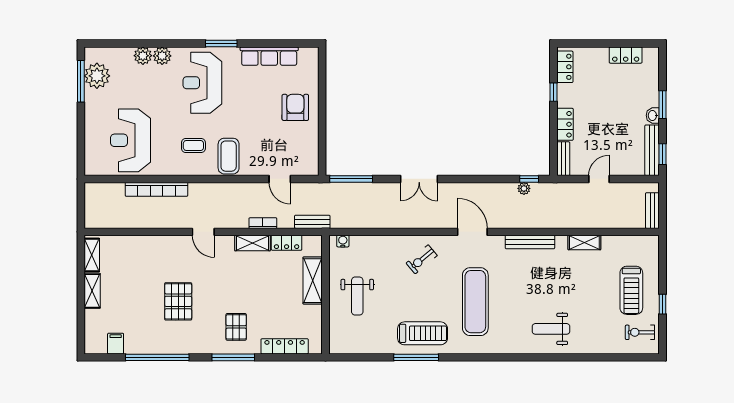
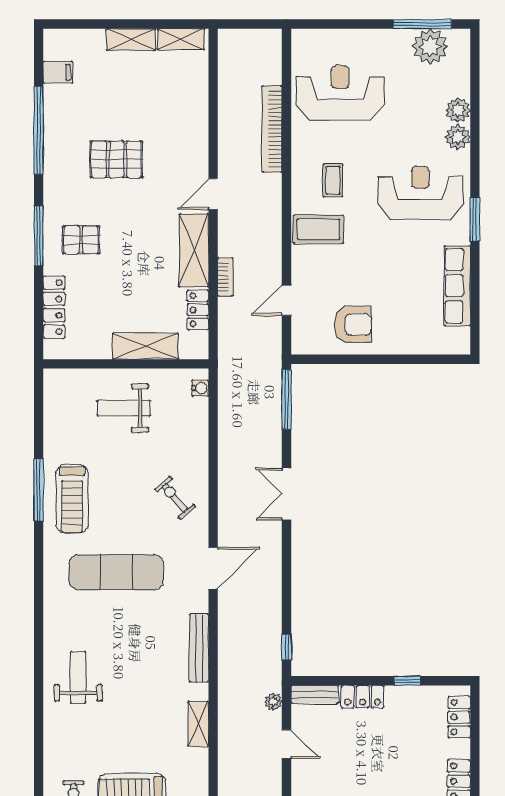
locker: (565, 67) -> (459, 717), moved, turned 90
armchair: (295, 107) -> (353, 324), moved
plant: (524, 188) -> (273, 701), moved
bench: (312, 222) -> (227, 346), removed
shelving: (253, 243) -> (194, 250), width x1.50, depth x1.33

